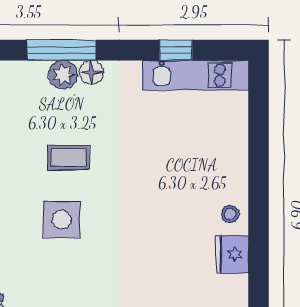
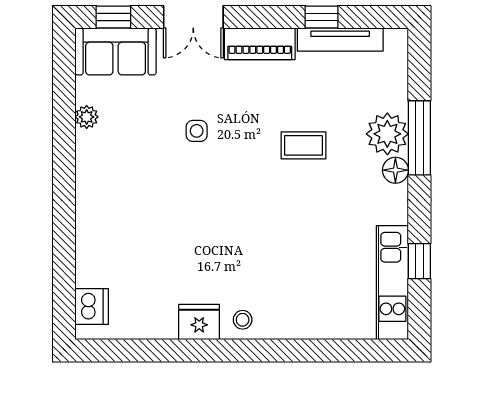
plant: (63, 75) -> (387, 134), width x1.36, depth x1.36
coffee table: (68, 157) -> (304, 145), turned 90
side table: (62, 219) -> (197, 131), moved, width x0.54, depth x0.54

